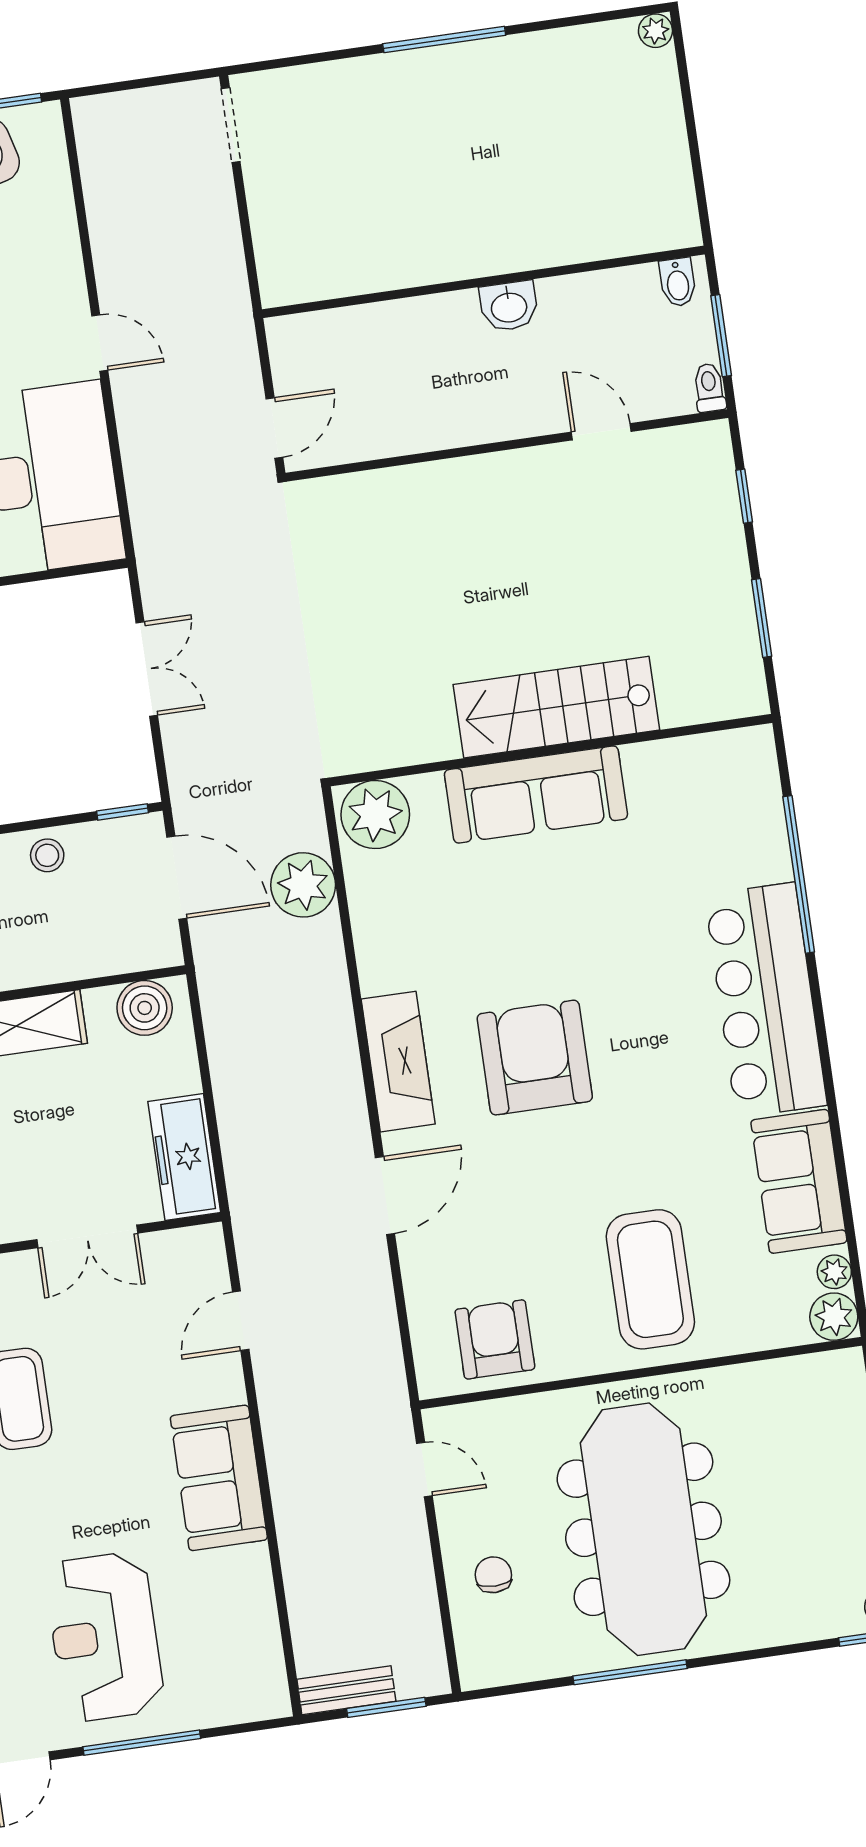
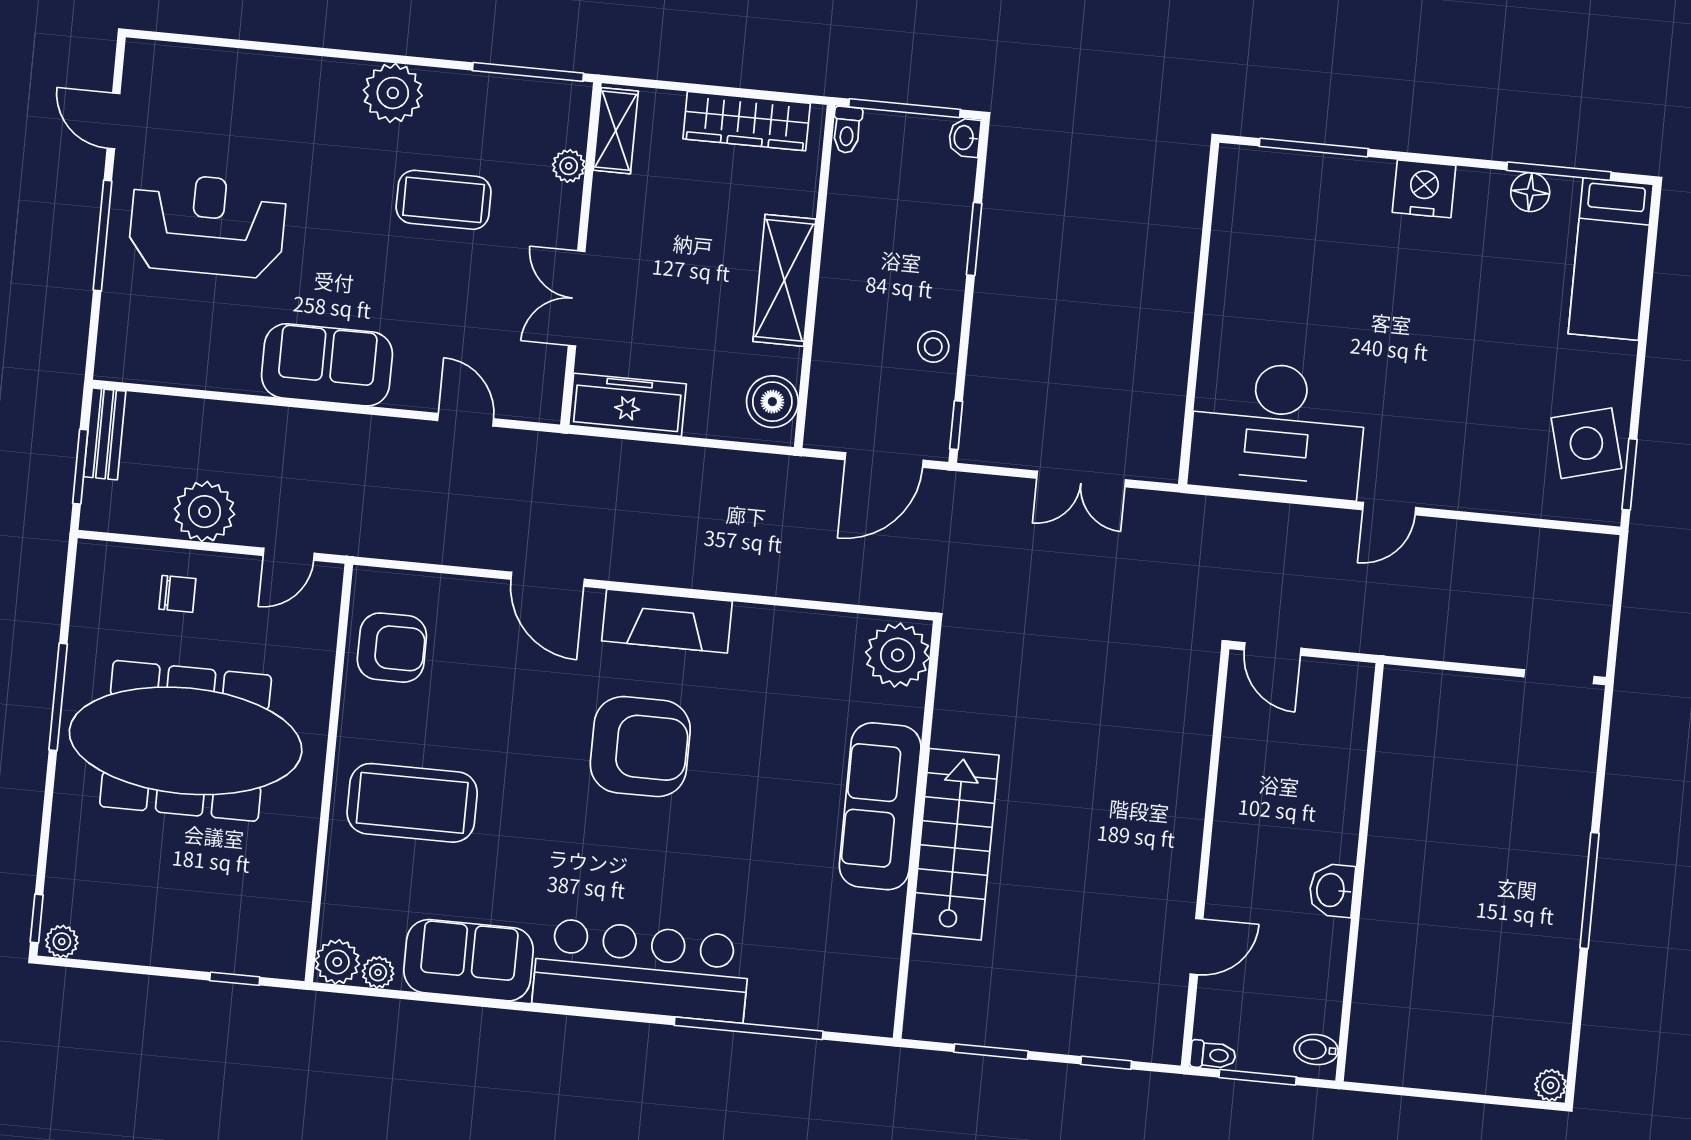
plant: (303, 885) -> (204, 512), moved

